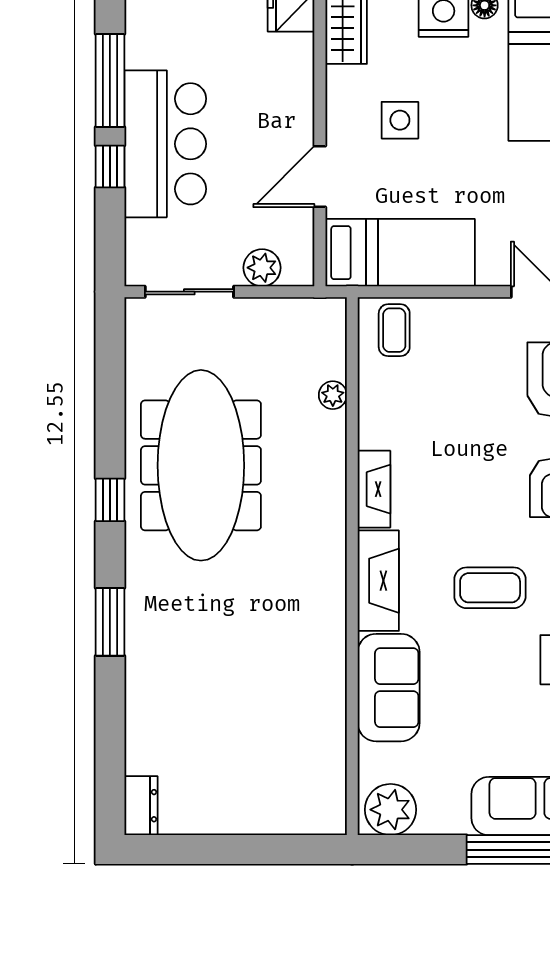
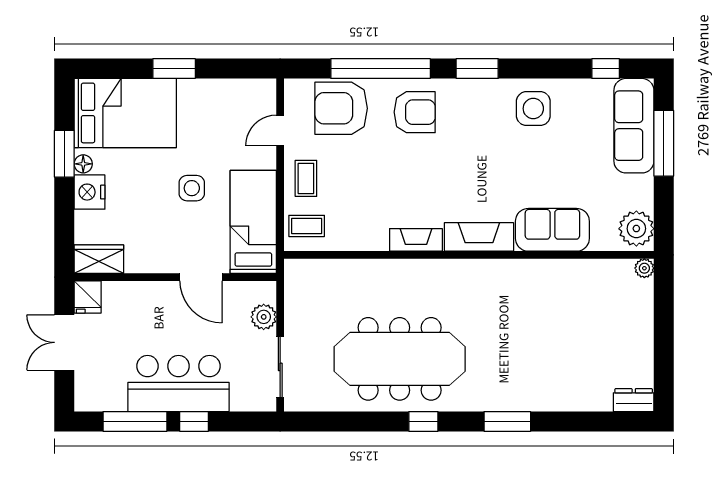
side table: (400, 120) -> (192, 188), moved
plant: (333, 395) -> (644, 268), moved
coffee table: (490, 588) -> (306, 178), moved, width x0.73, depth x0.77

